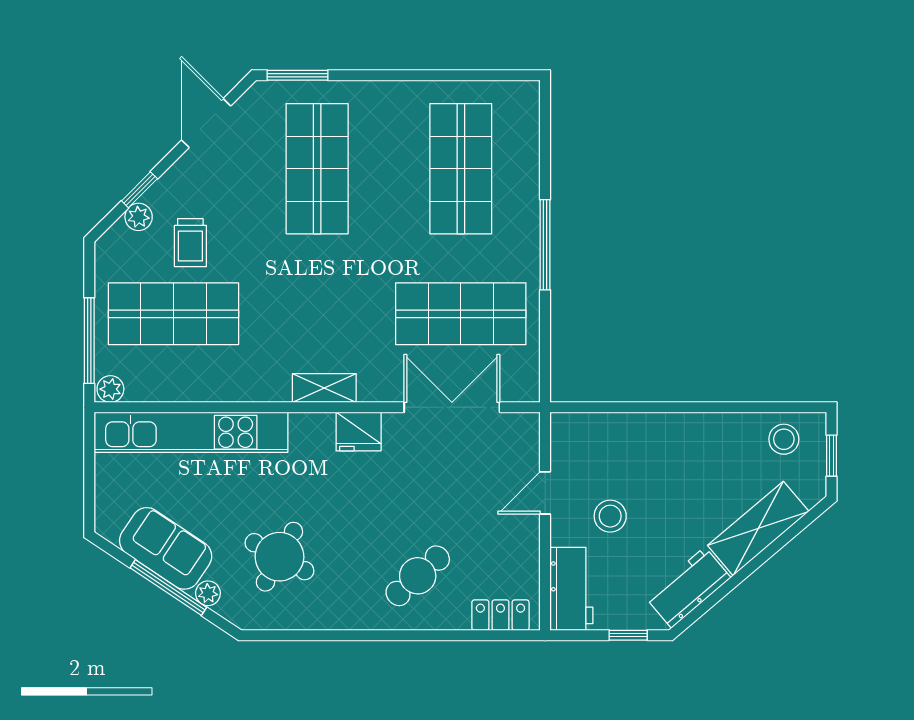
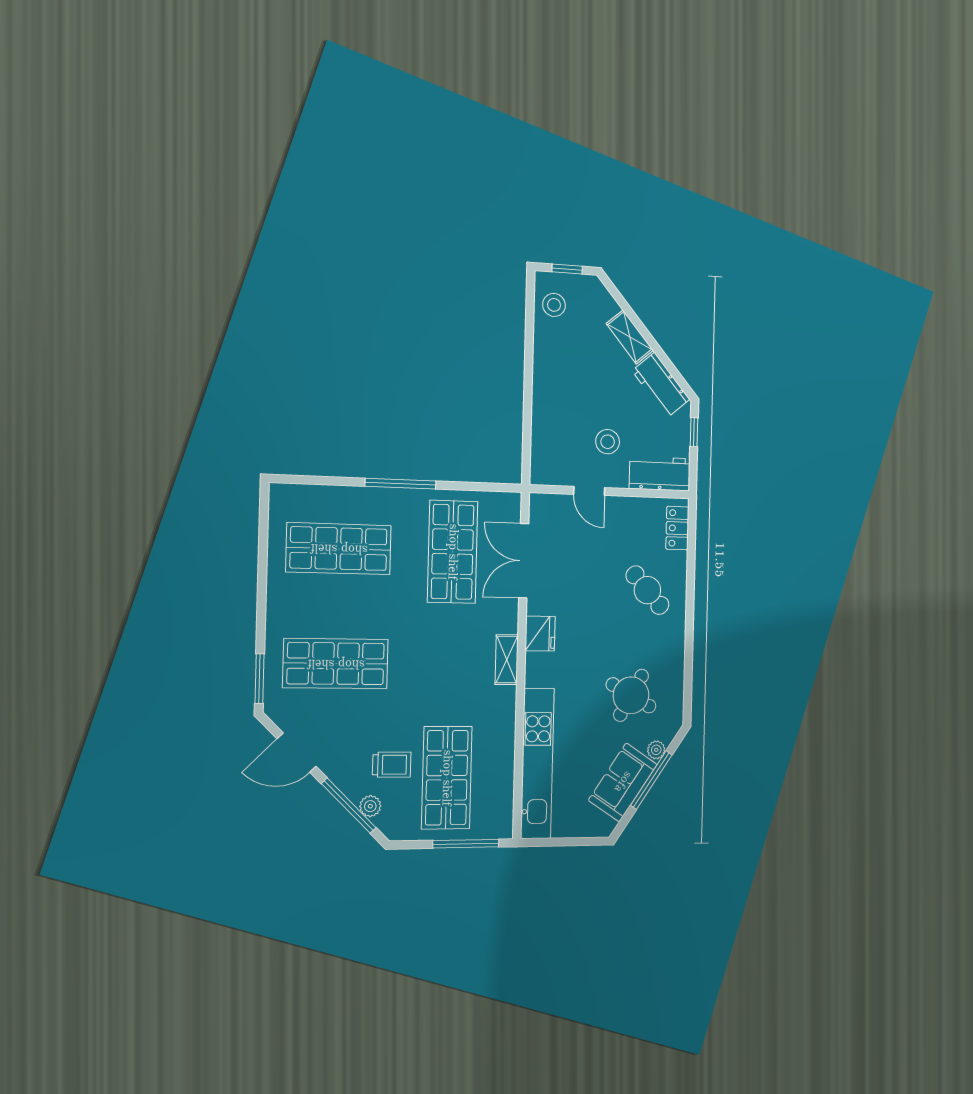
window: (139, 190) -> (349, 806), width x2.17
plant: (110, 389) -> (503, 826), removed
shelving: (758, 528) -> (630, 337), width x0.67, depth x0.75

